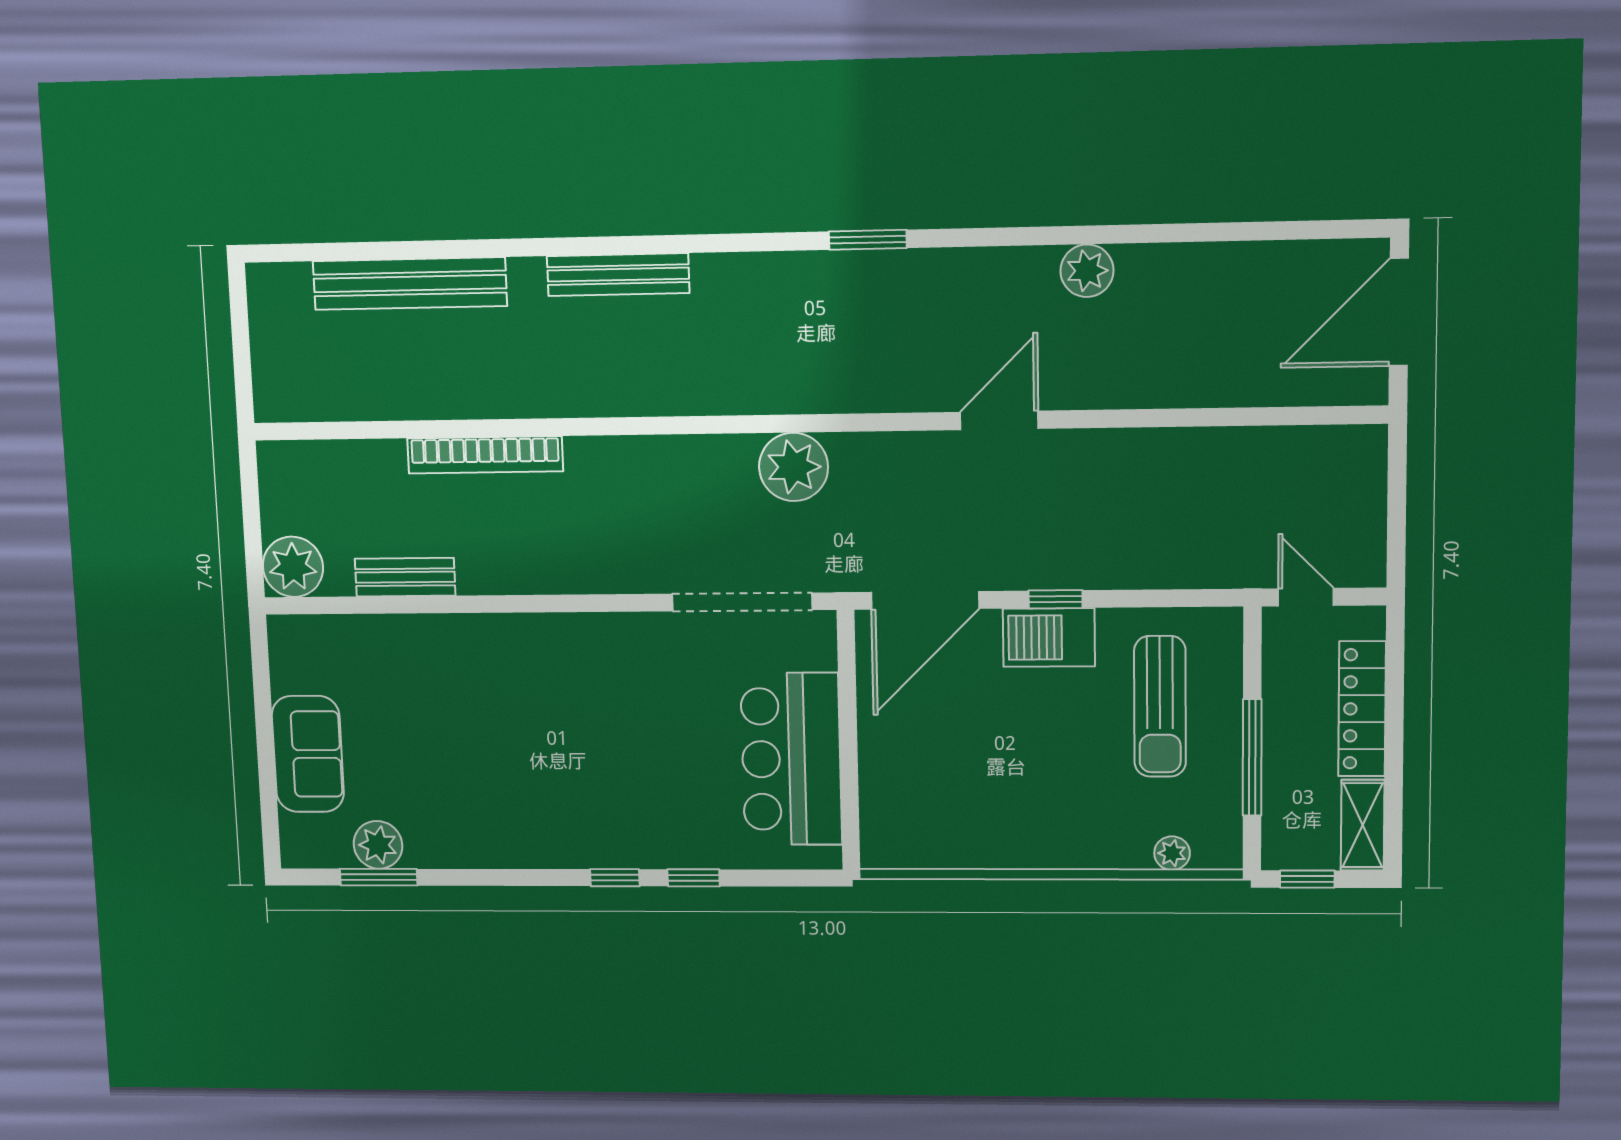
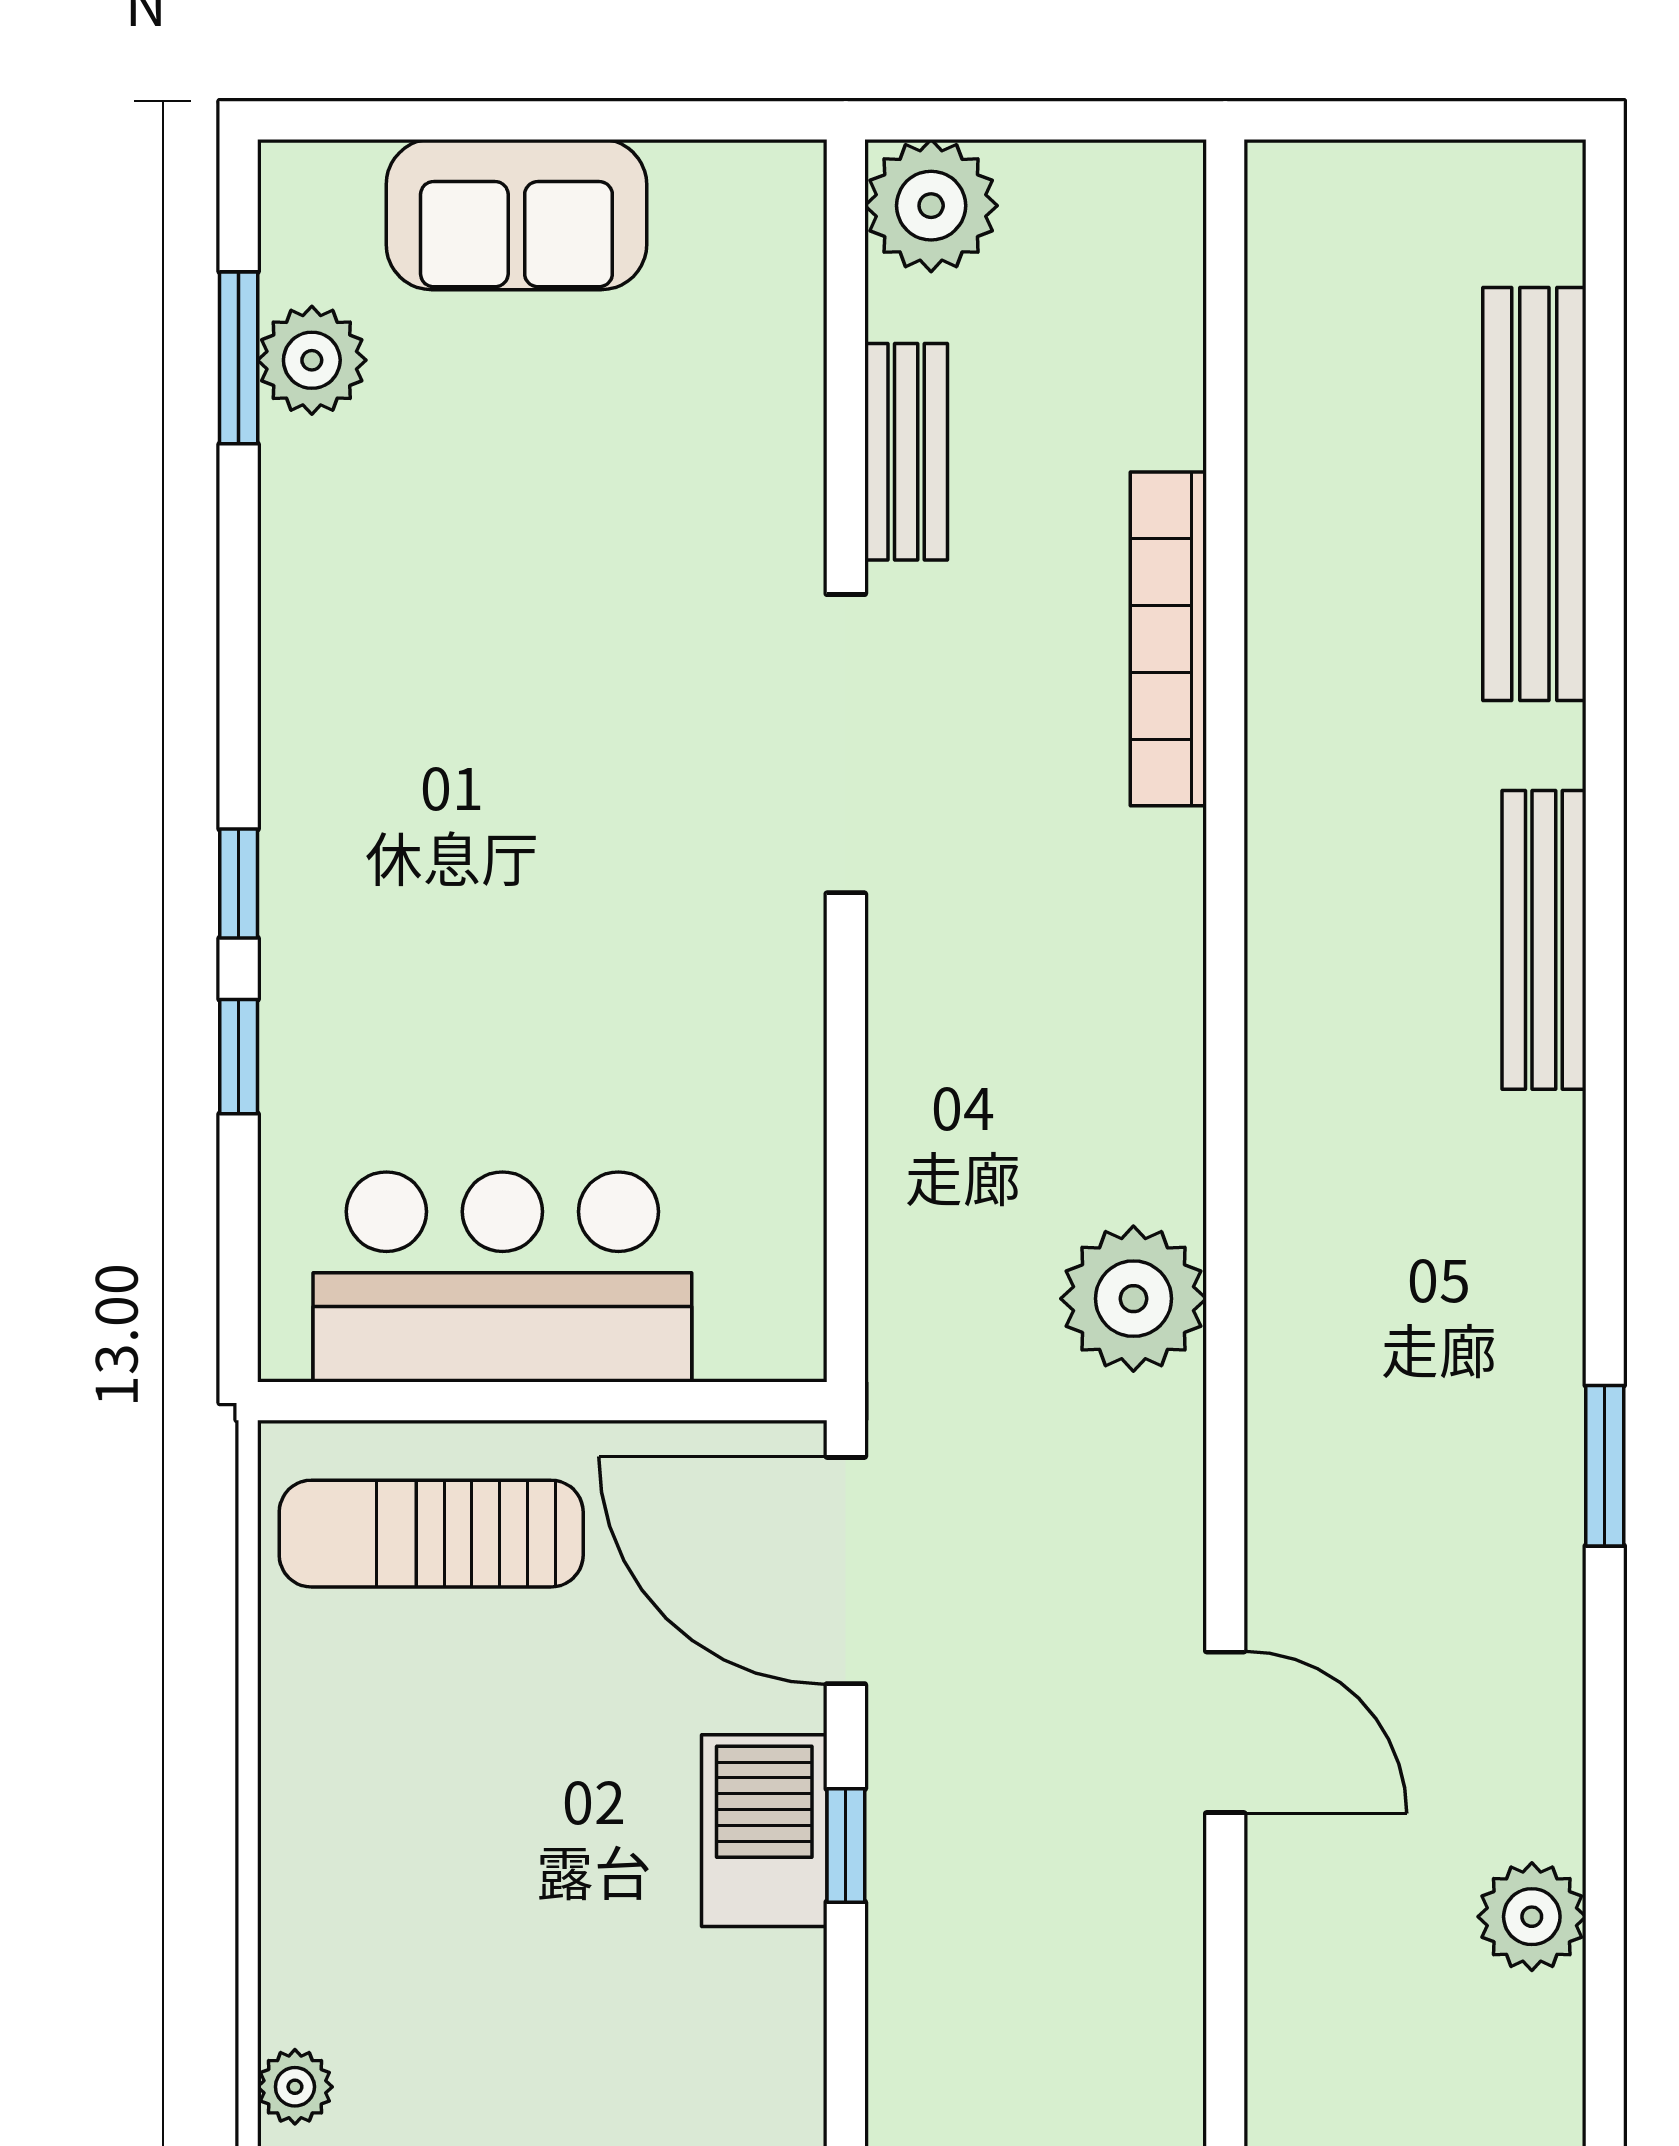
doorway: (742, 602) -> (846, 744), moved
sun lounger: (1160, 706) -> (431, 1534), moved

